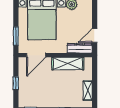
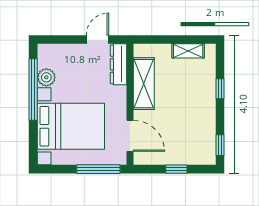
door: (95, 35) -> (98, 39), swing flipped
window: (16, 36) -> (98, 169), width x1.44

